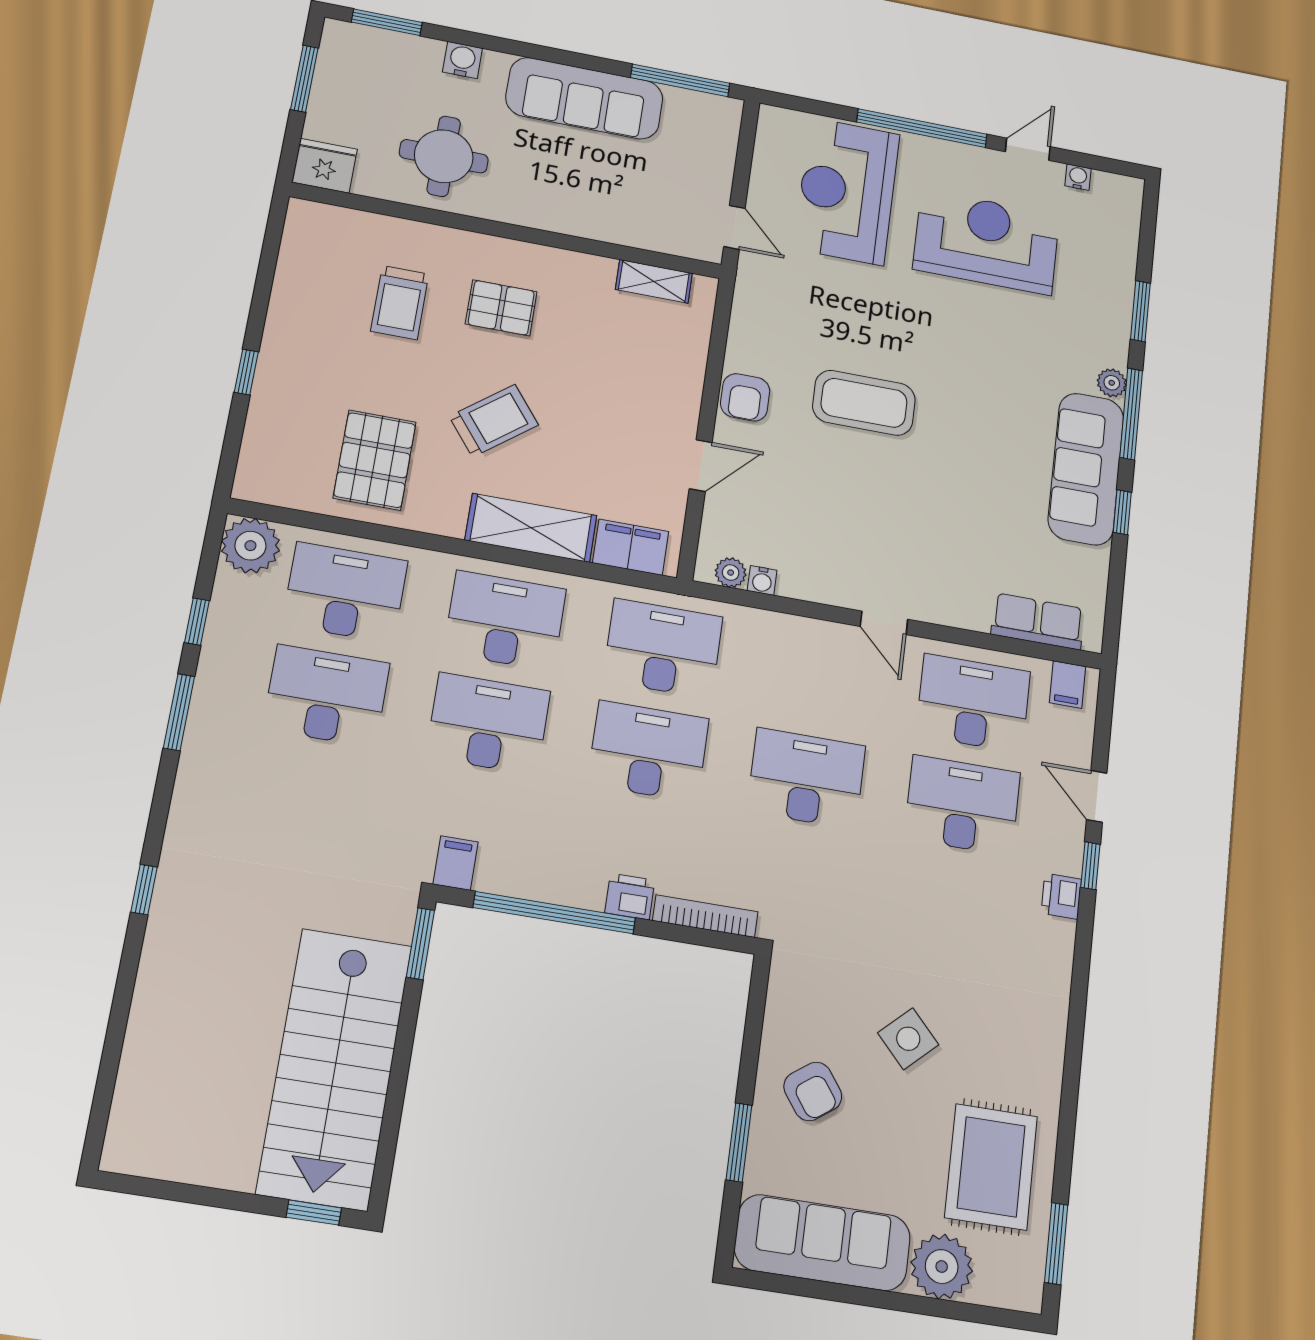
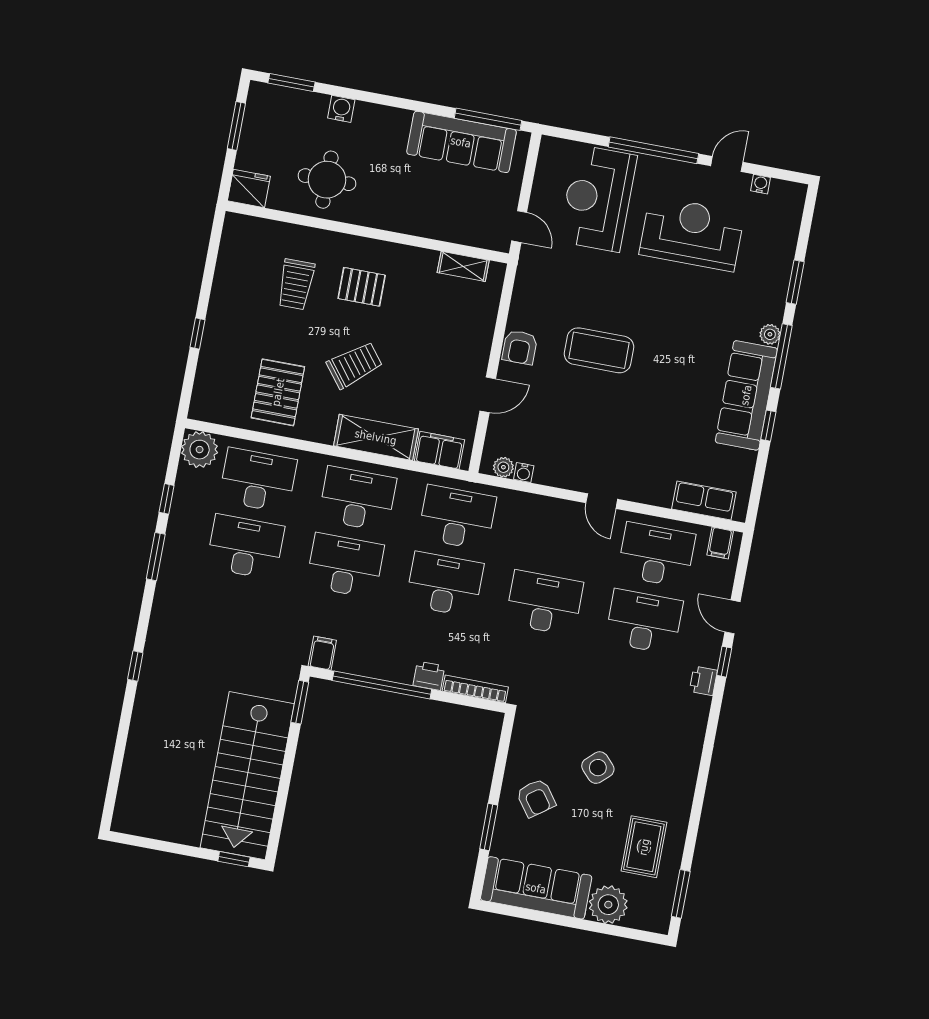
sofa: (584, 98) -> (461, 142), moved
rug: (991, 1167) -> (644, 847), width x0.73, depth x0.70

